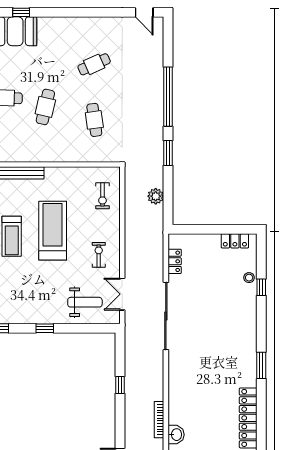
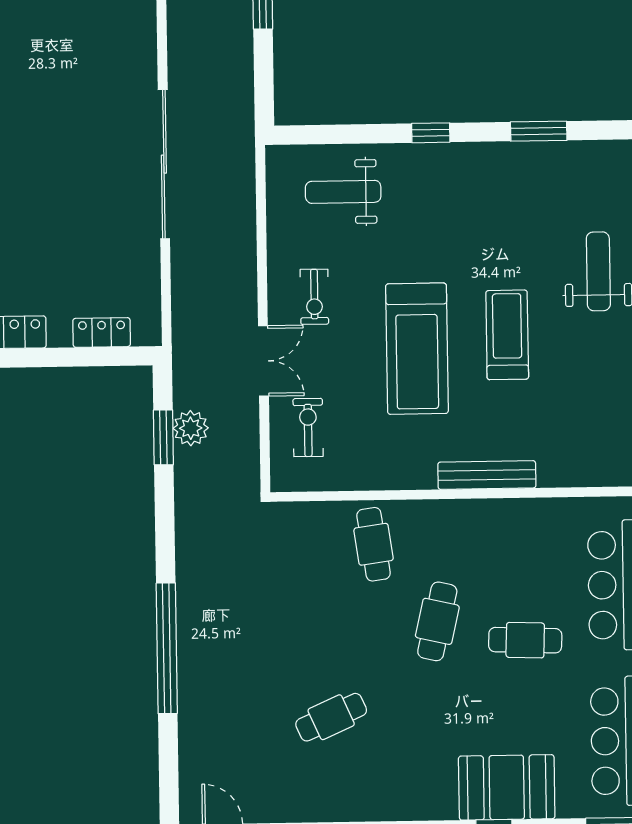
cafe table: (94, 120) -> (374, 544), moved
window: (168, 153) -> (163, 437), moved
locker: (175, 261) -> (102, 332), moved, turned 90
double door: (122, 294) -> (263, 361), moved

